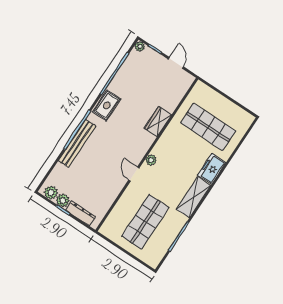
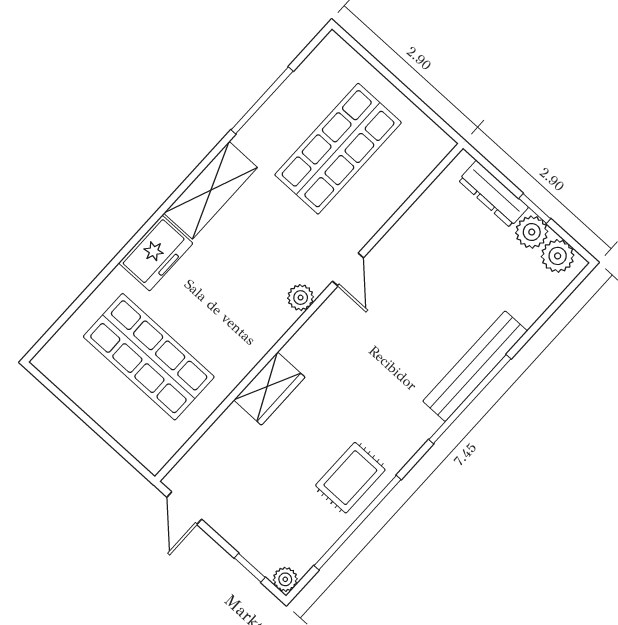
door: (176, 63) -> (184, 508), moved
rug: (107, 105) -> (350, 478), moved

